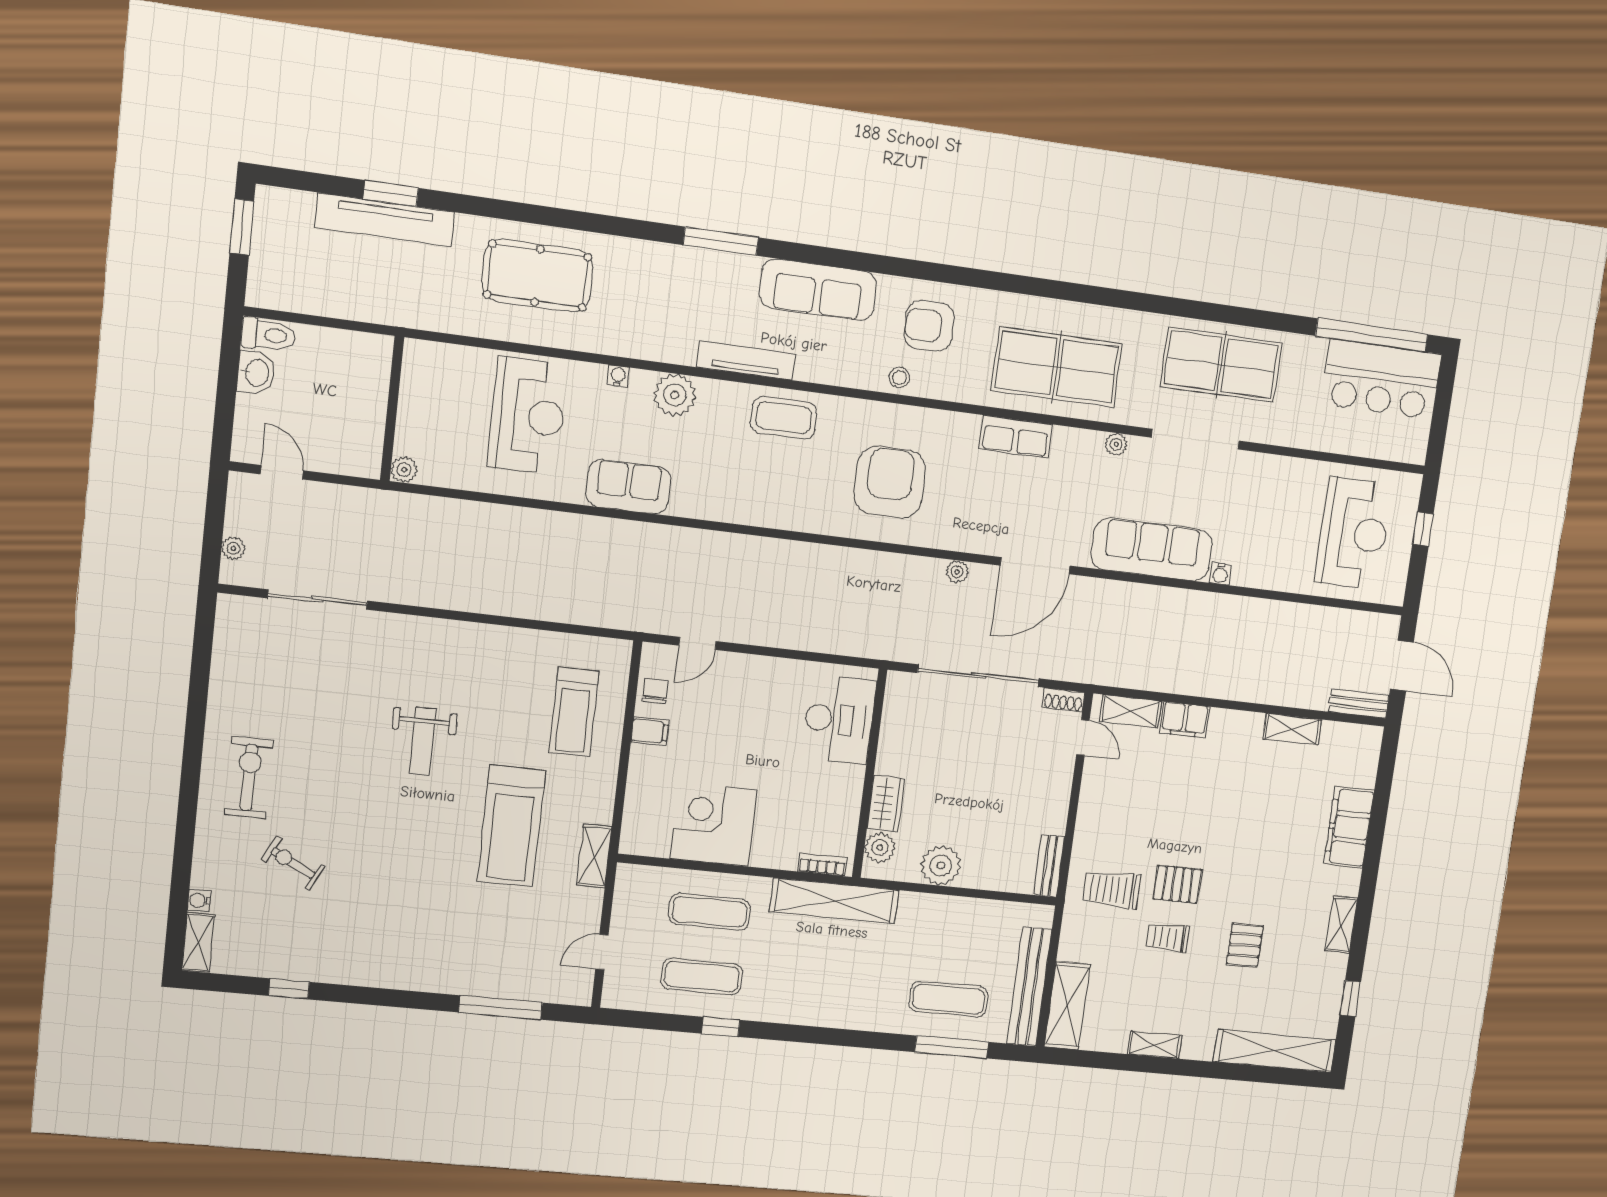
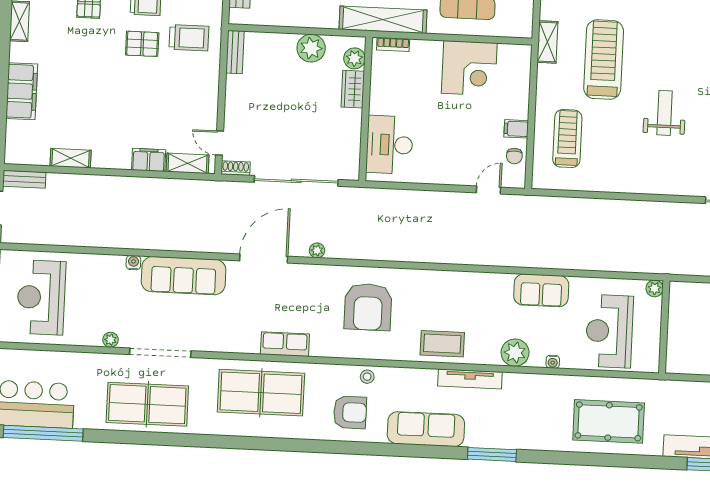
wall: (392, 409) -> (664, 327), moved
plant: (1116, 444) -> (110, 340), moved
plant: (404, 470) -> (655, 288), moved

